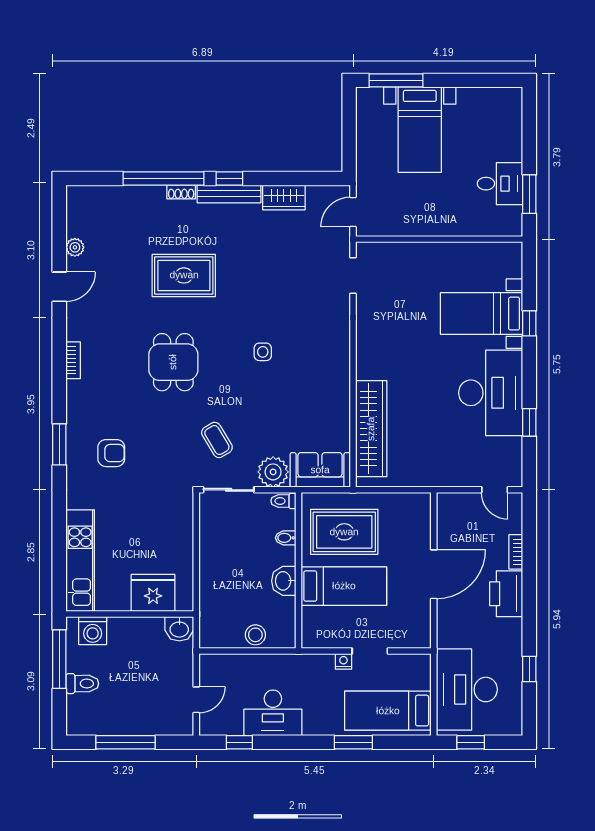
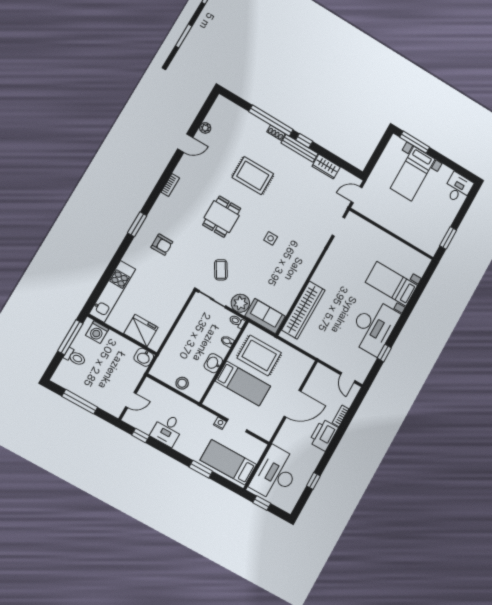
desk: (500, 184) -> (458, 188), moved, turned -90
window: (529, 323) -> (412, 303), removed
desk: (273, 713) -> (167, 430), width x0.73

